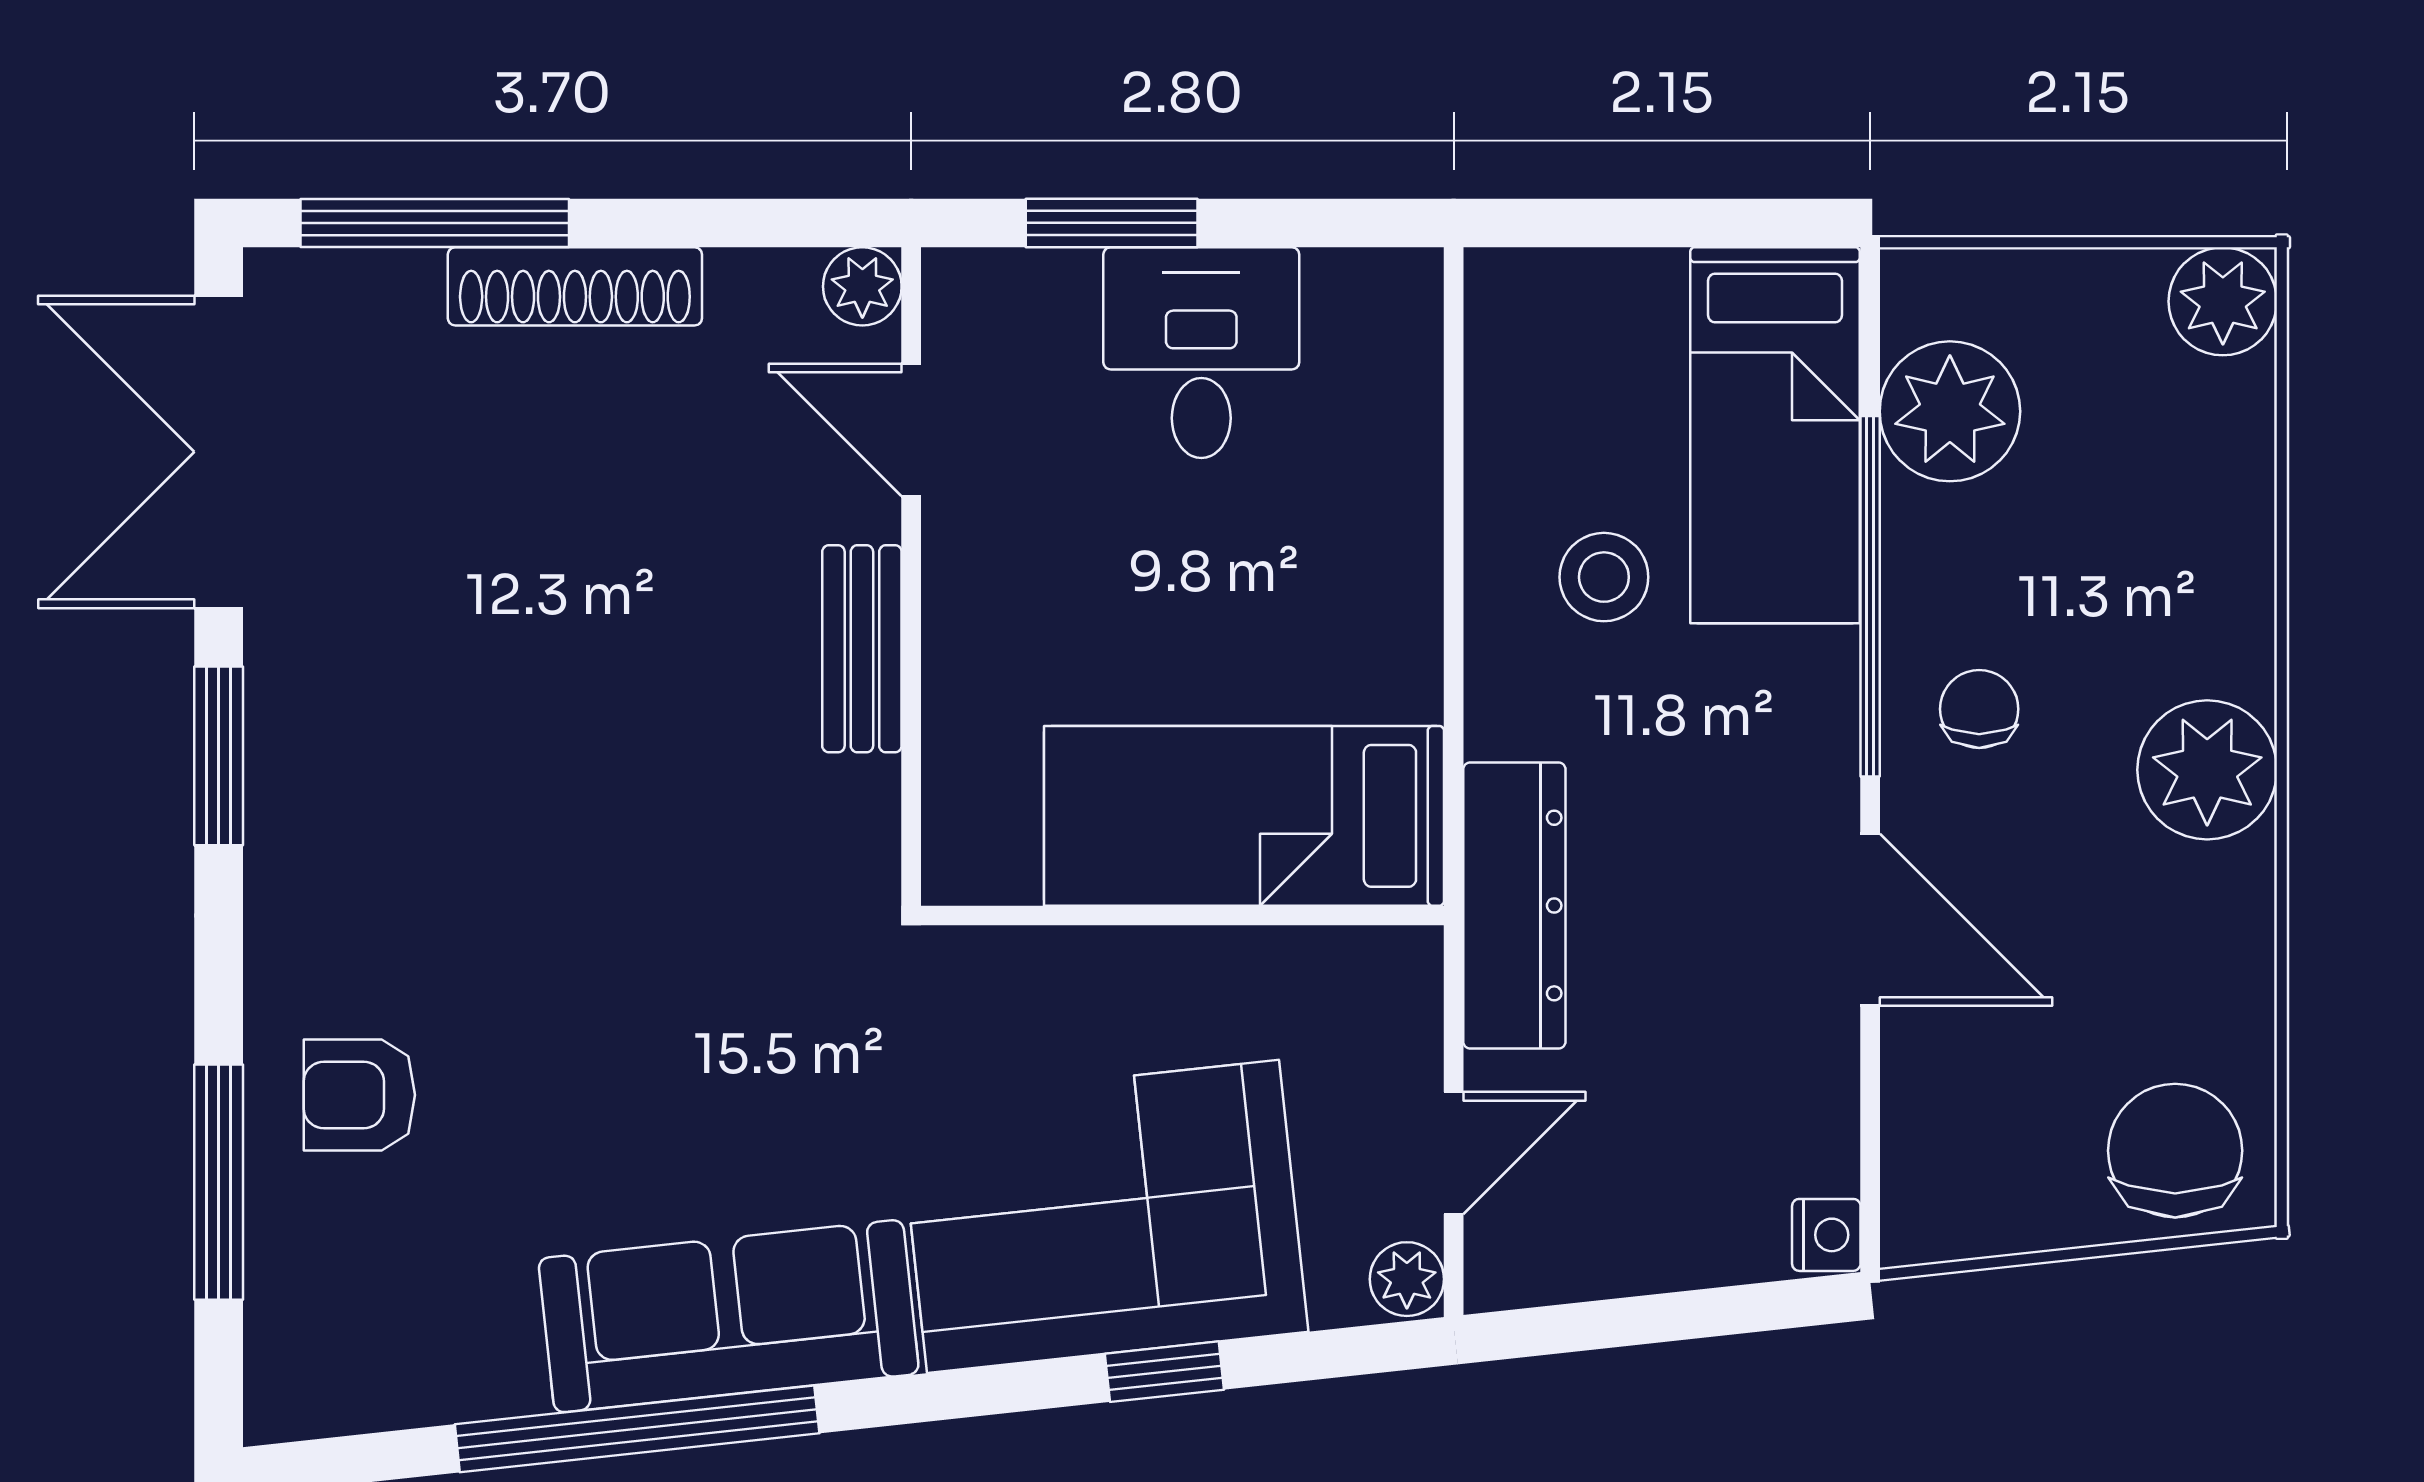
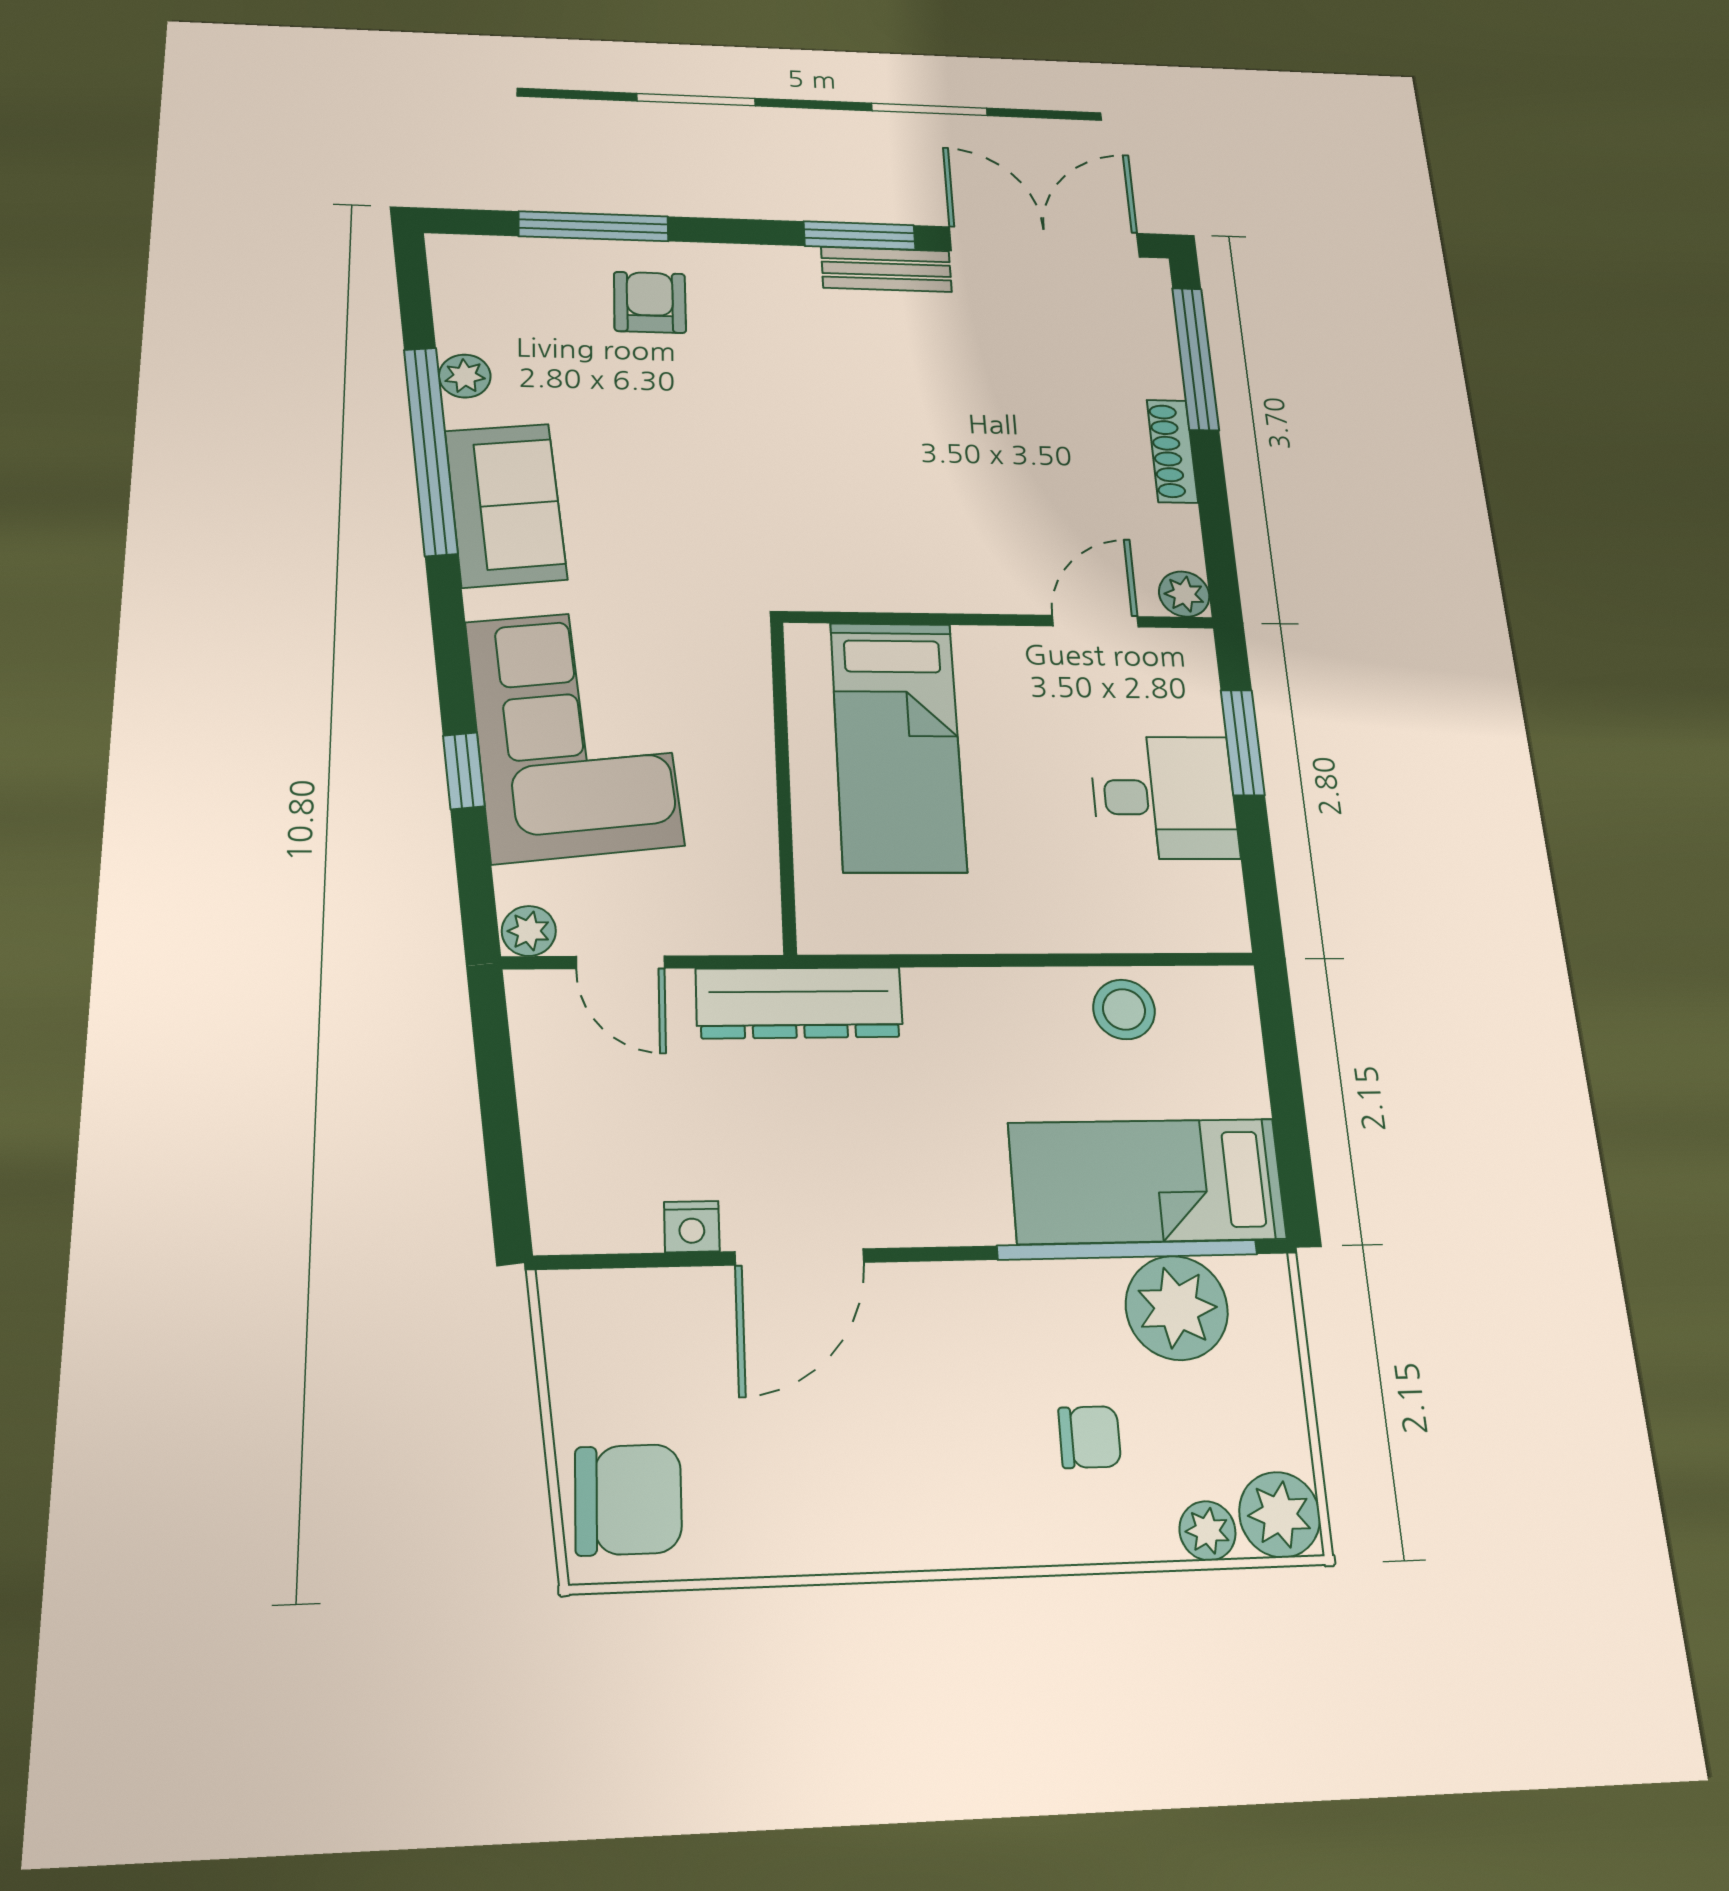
shoe rack: (575, 286) -> (1172, 451), width x0.74, depth x0.81
stool: (1604, 577) -> (1124, 1009), moved
window: (1870, 596) -> (1128, 1250), moved
bench: (862, 649) -> (886, 269), moved
chair: (1979, 709) -> (1090, 1437), moved
plant: (2207, 770) -> (1207, 1531), moved, width x0.53, depth x0.53
bed: (1244, 816) -> (898, 746), moved, turned 180
nightstand: (1826, 1235) -> (692, 1227), moved
sofa: (729, 1316) -> (506, 505), width x0.73
plant: (504, 1380) -> (465, 376), added

